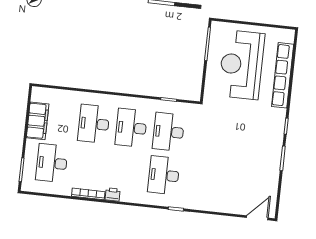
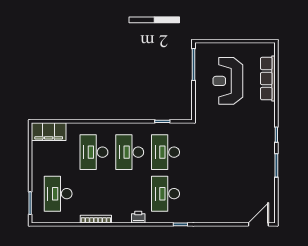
reception desk: (241, 65) -> (228, 81), width x0.74, depth x0.77
row of seats: (283, 75) -> (268, 79), width x0.73
filing cabinet: (38, 121) -> (49, 132), moved, turned 90
printer: (113, 194) -> (138, 217), moved

